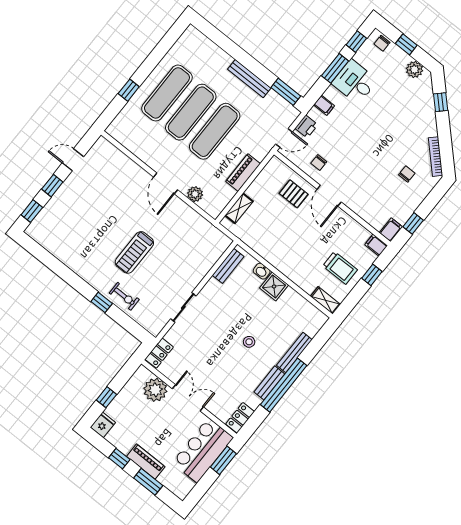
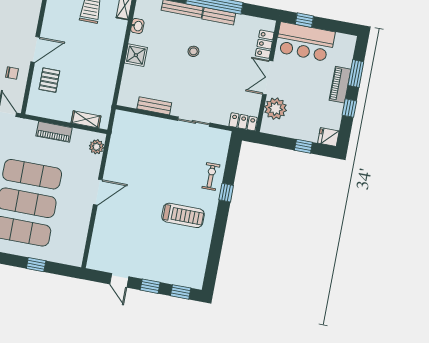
plant: (195, 194) -> (97, 147), moved
treadmill: (134, 252) -> (183, 215), moved
bench: (228, 266) -> (154, 106), moved
washbasin: (262, 271) -> (137, 26), moved
locker: (240, 418) -> (265, 44), moved, turned 90
window: (223, 460) -> (304, 20), width x0.67

